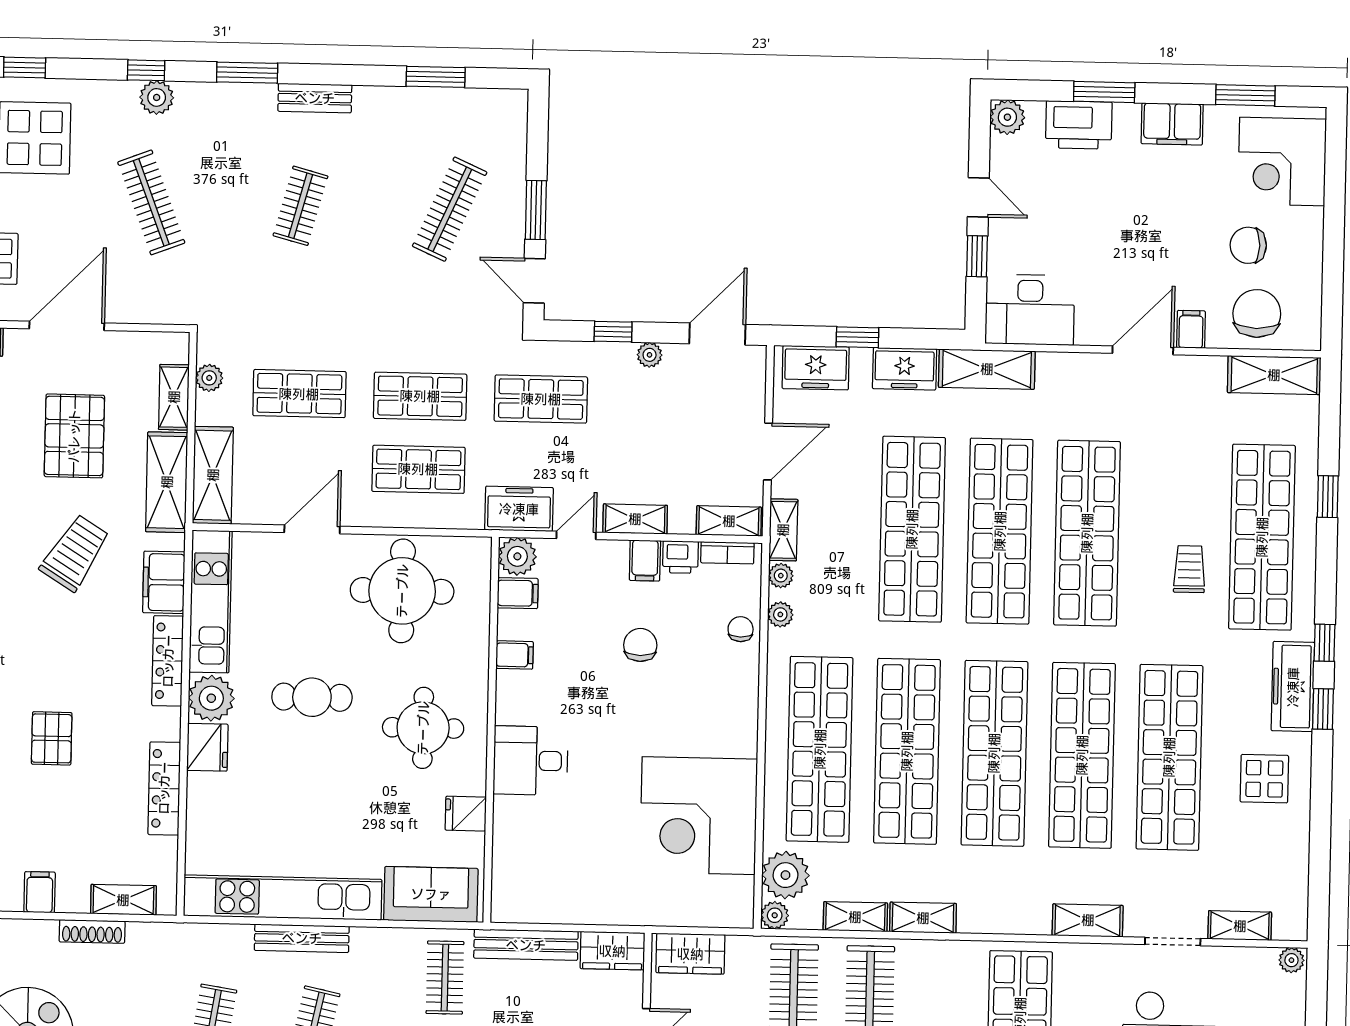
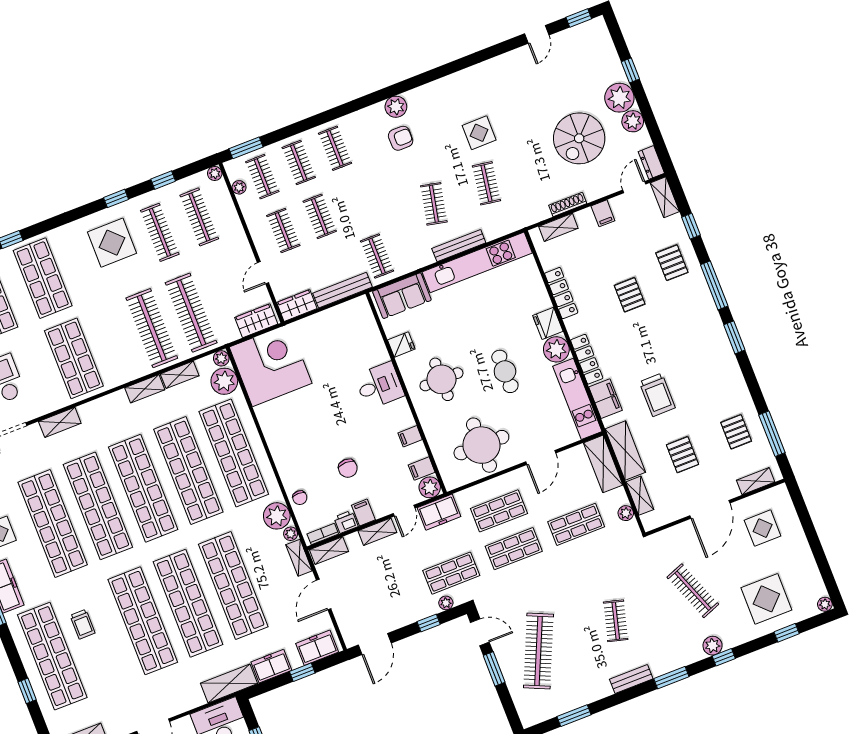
clothes rail: (450, 209) -> (539, 651), width x1.37, depth x1.31
plant: (650, 355) -> (446, 603), moved
pallet: (74, 436) -> (682, 455), width x0.67, depth x0.71
trolley: (75, 553) -> (657, 395), turned -32
plant: (780, 614) -> (277, 516), width x1.88, depth x1.88
cafe table: (312, 697) -> (505, 371), turned 90
corner desk: (699, 816) -> (271, 365), moved

